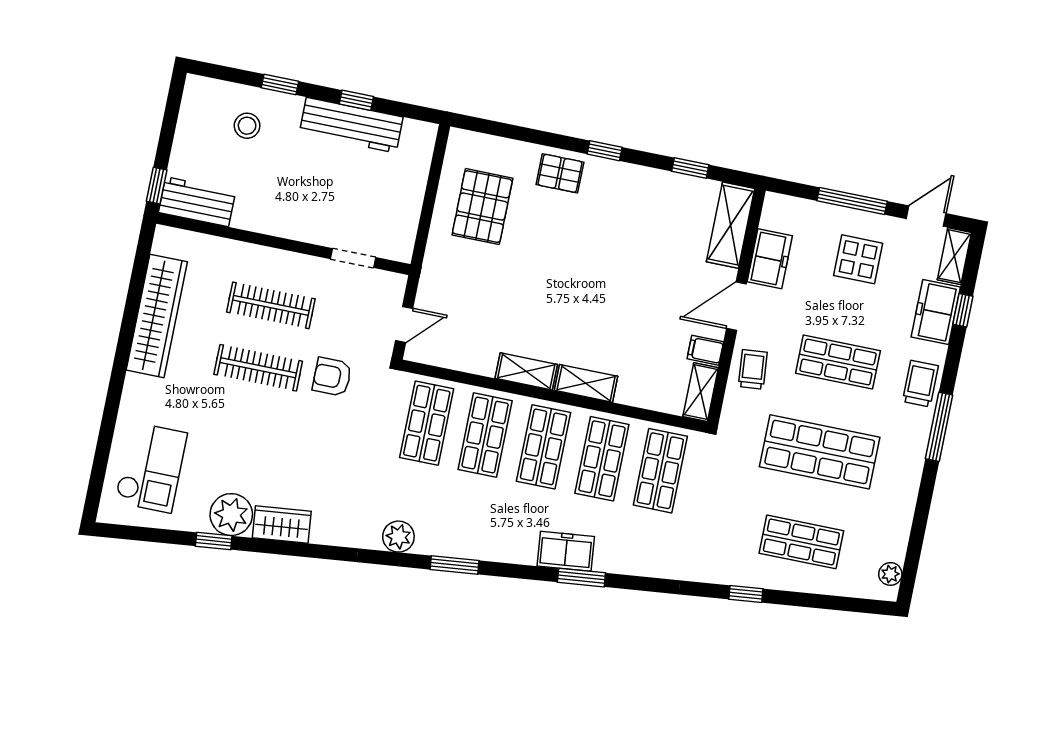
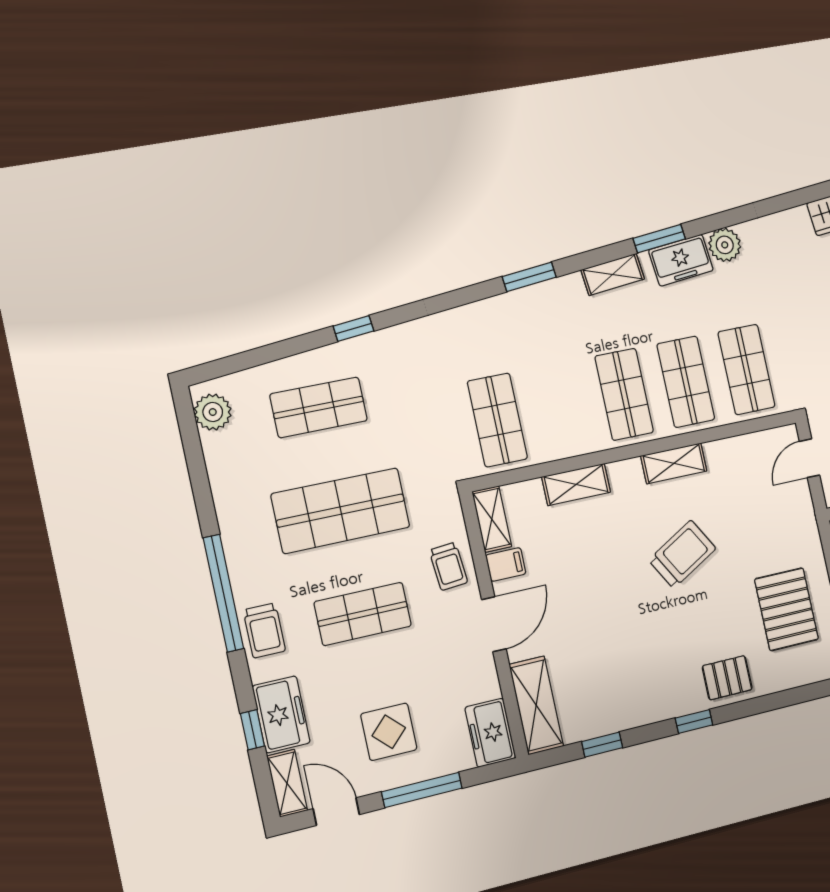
door: (926, 216) -> (336, 812), swing flipped
freezer: (770, 259) -> (490, 733), moved
trolley: (553, 293) -> (682, 554), added
shelving: (586, 383) -> (576, 484), moved
window: (939, 427) -> (223, 593), width x1.46
shop shelf: (602, 459) -> (561, 407), removed
shelving: (509, 551) -> (613, 274), added
freezer: (566, 551) -> (681, 260), moved
plant: (890, 574) -> (213, 412), width x1.38, depth x1.38

